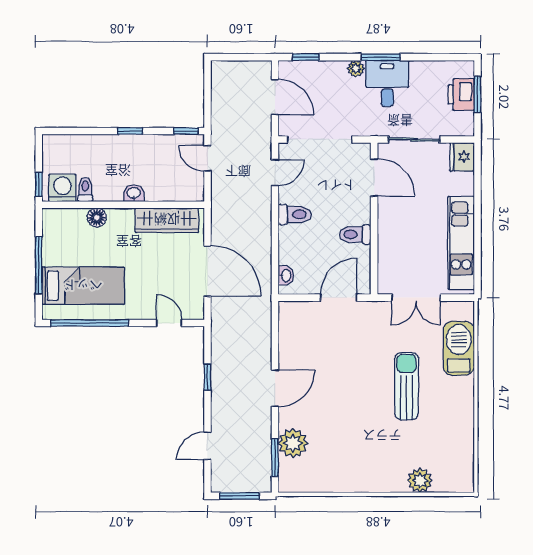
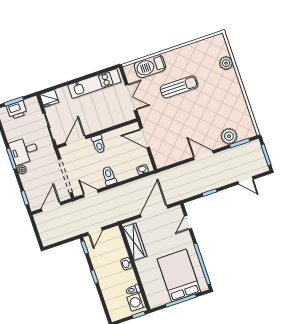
floor lamp: (97, 217) -> (146, 279), removed
toilet: (355, 234) -> (99, 144), moved
bed: (83, 286) -> (179, 275), width x1.50
sun lounger: (406, 386) -> (179, 87), turned 180

